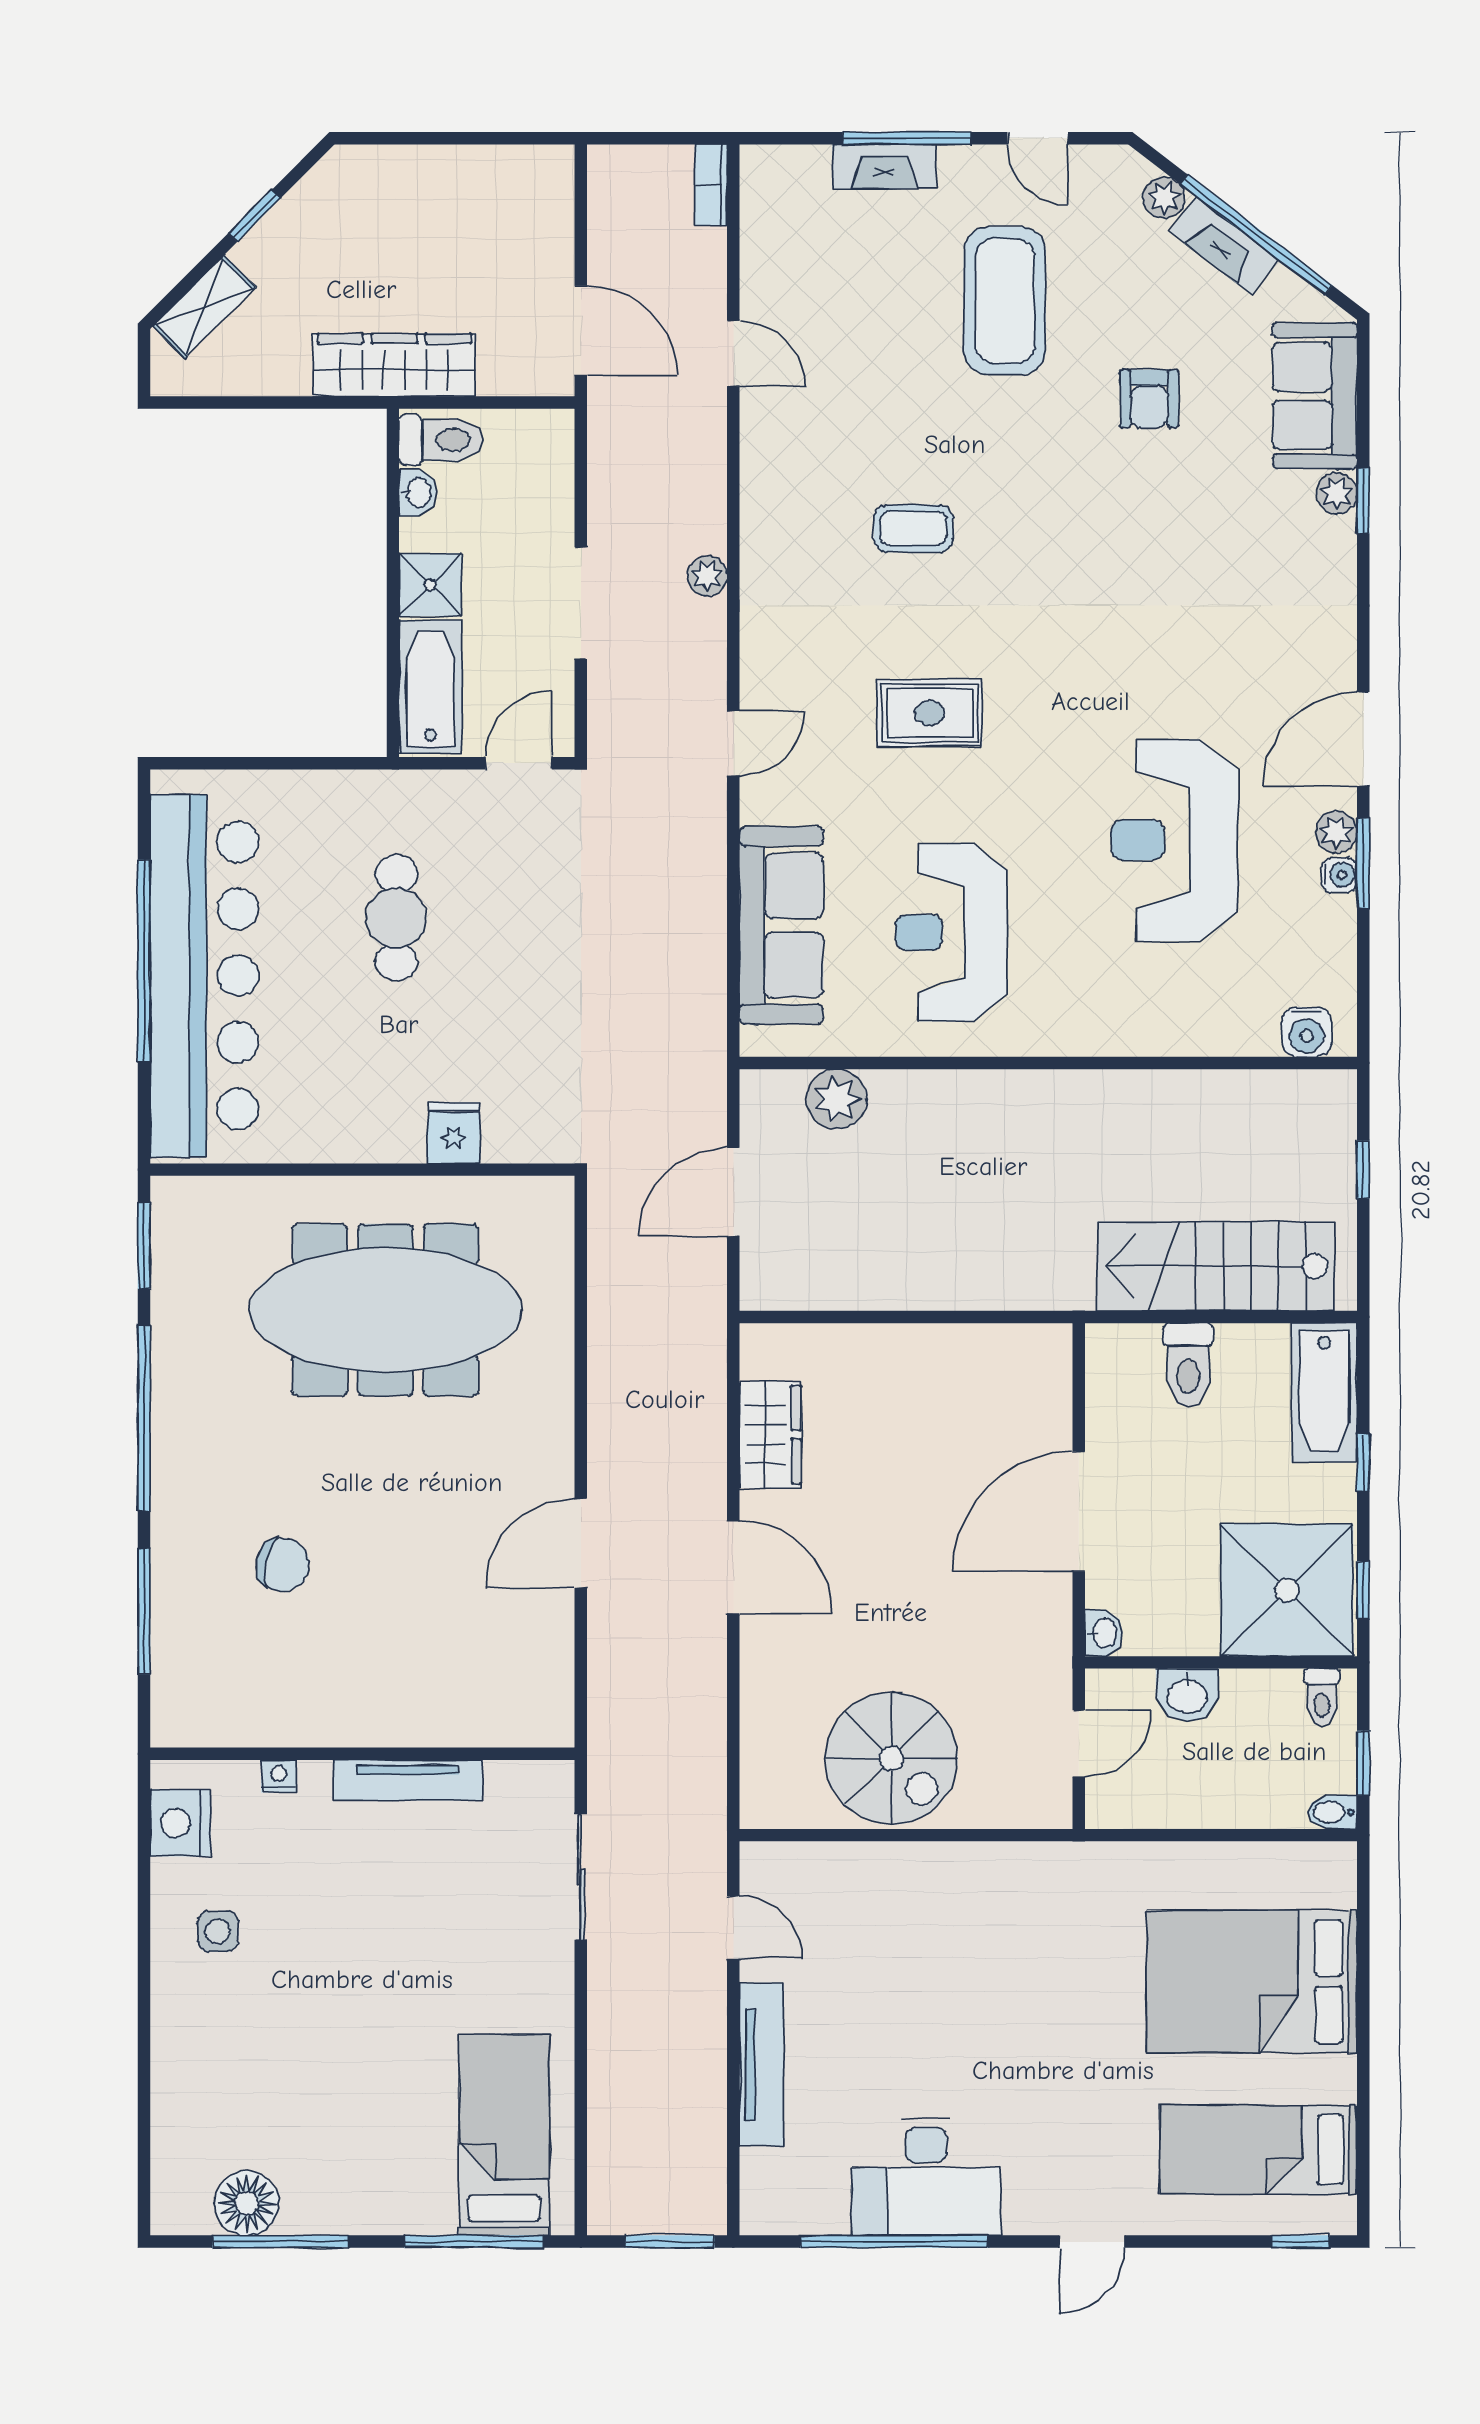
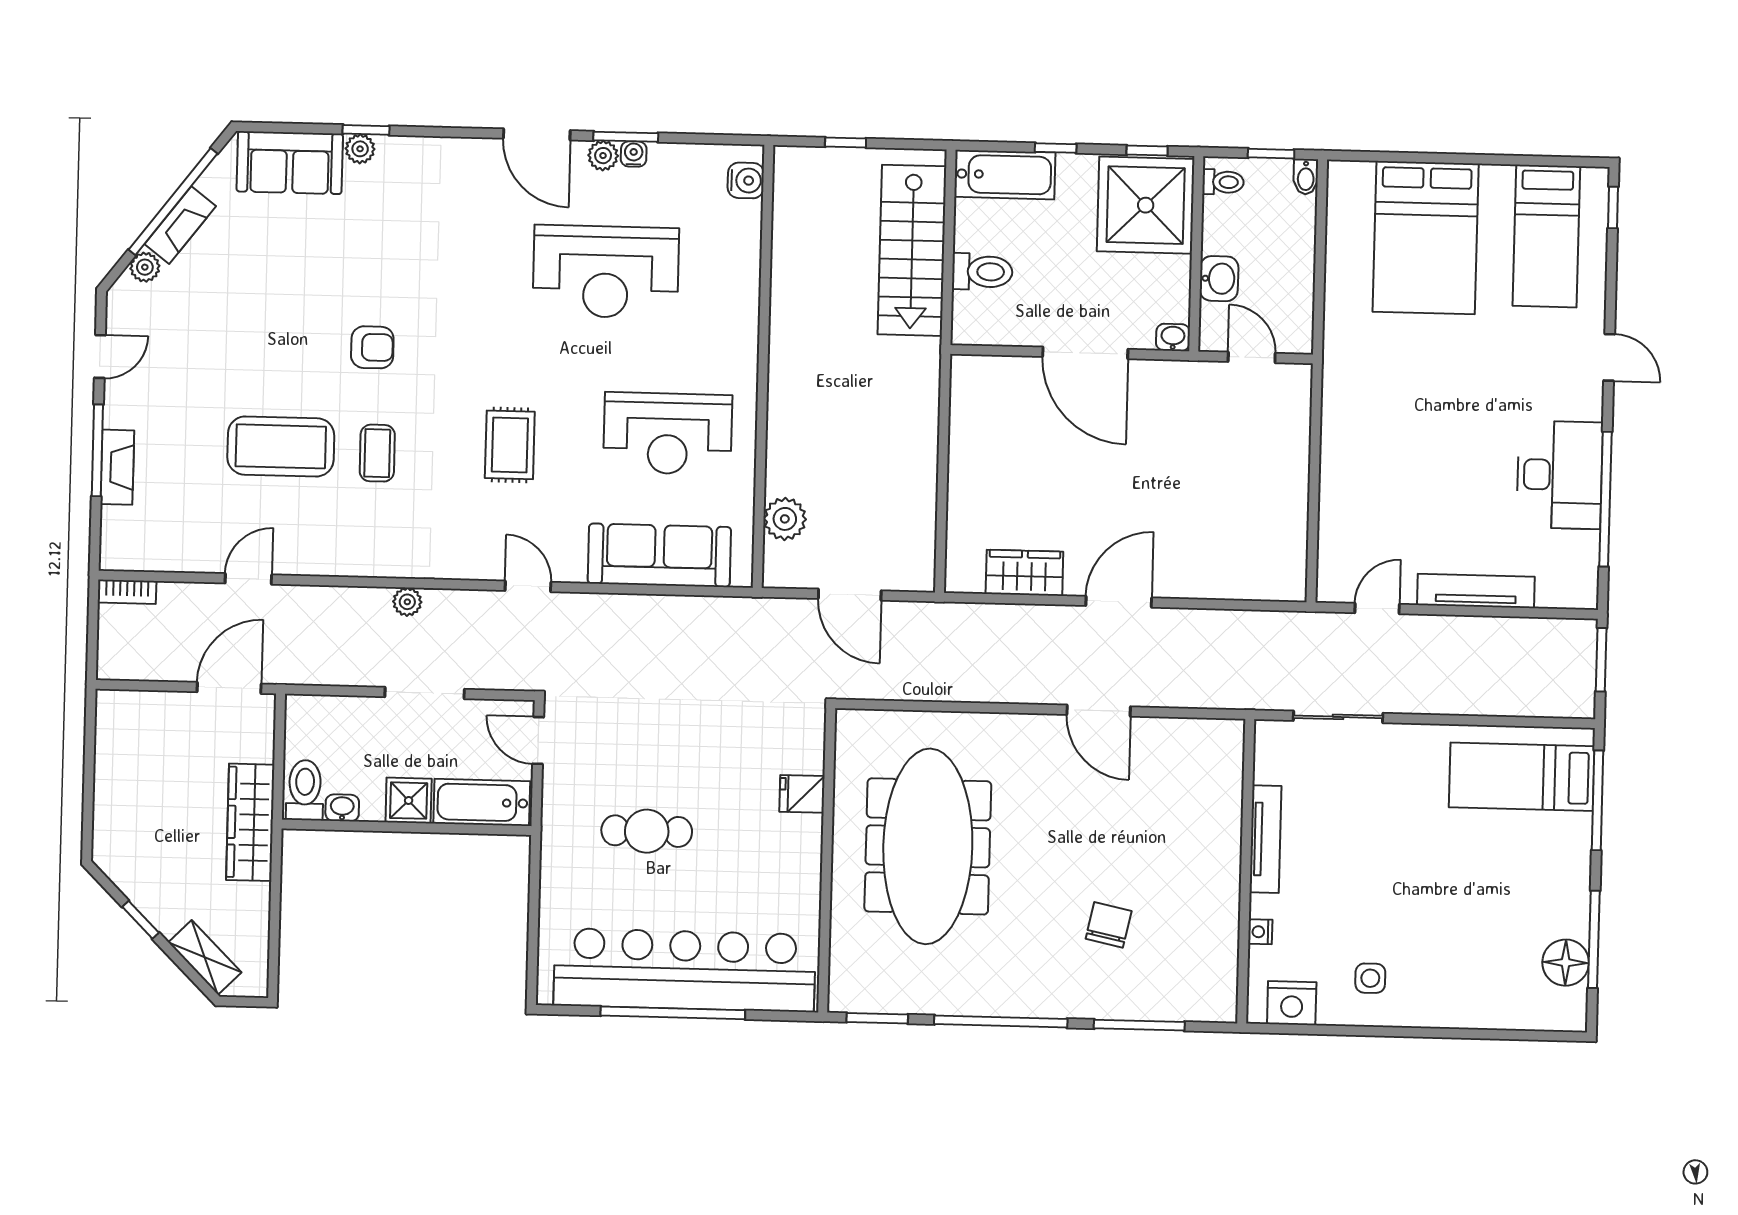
coffee table: (1005, 301) -> (281, 446), moved
armchair: (1149, 399) -> (372, 347), moved
spiral stairs: (892, 1758) -> (1259, 492), removed

